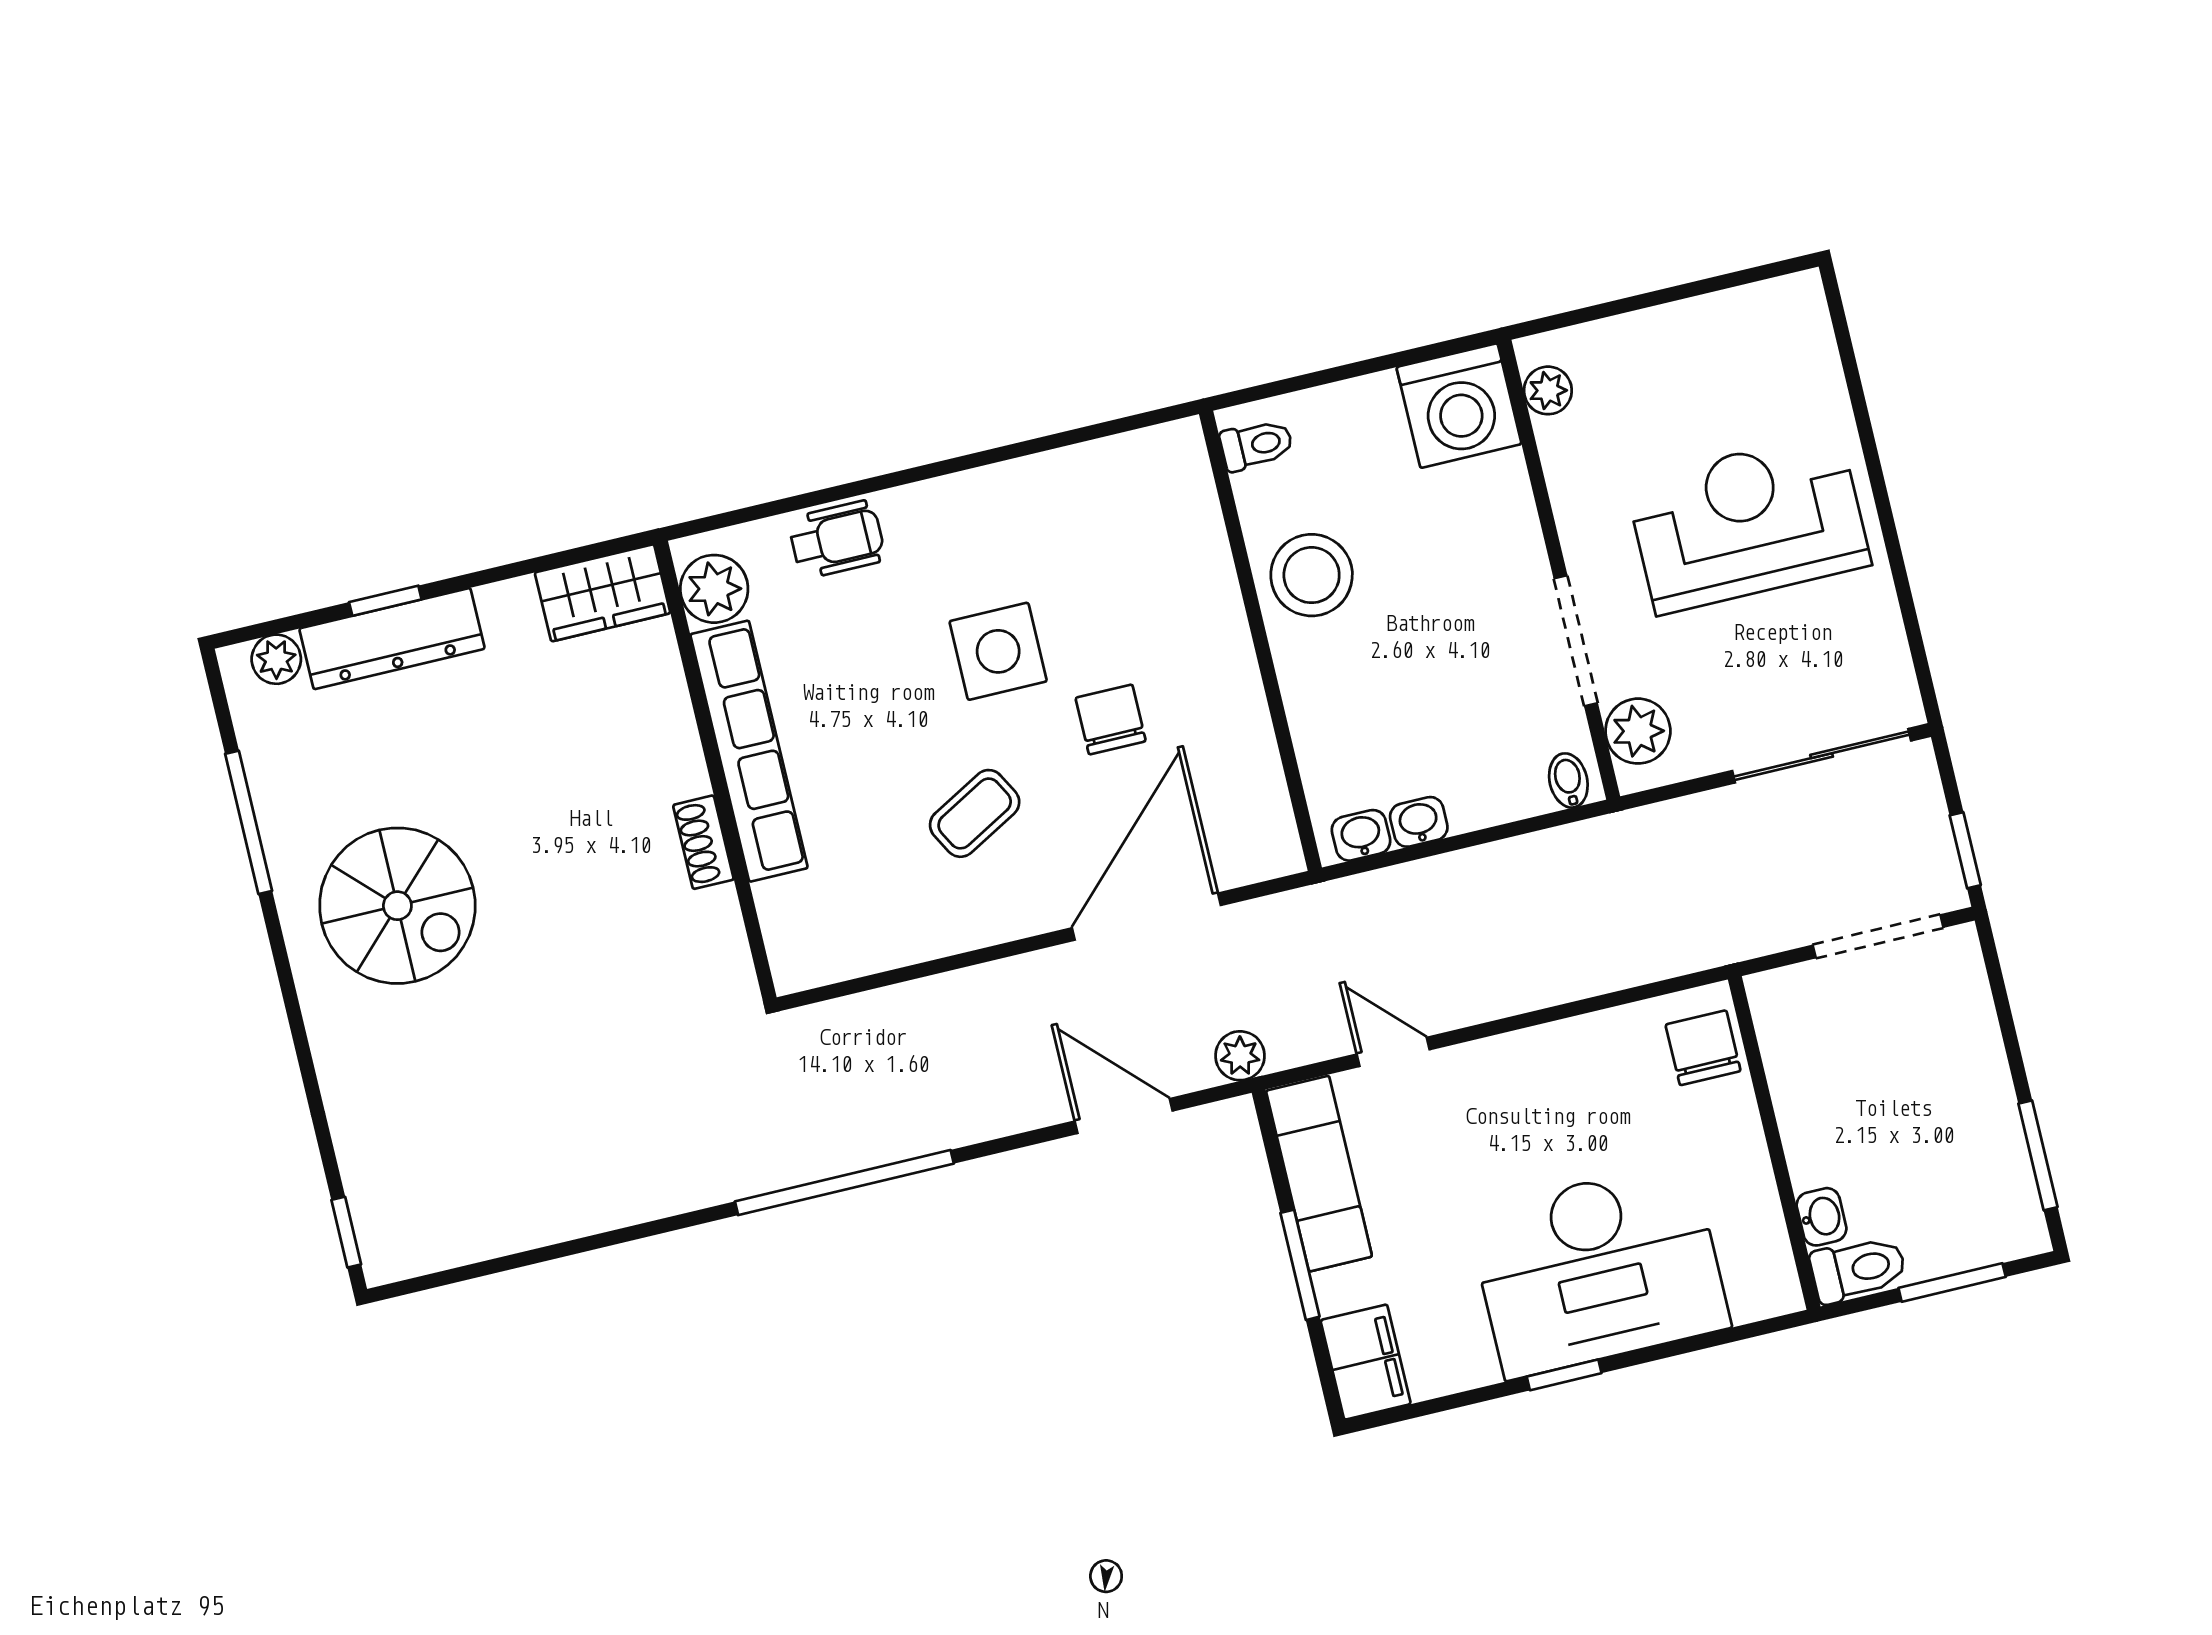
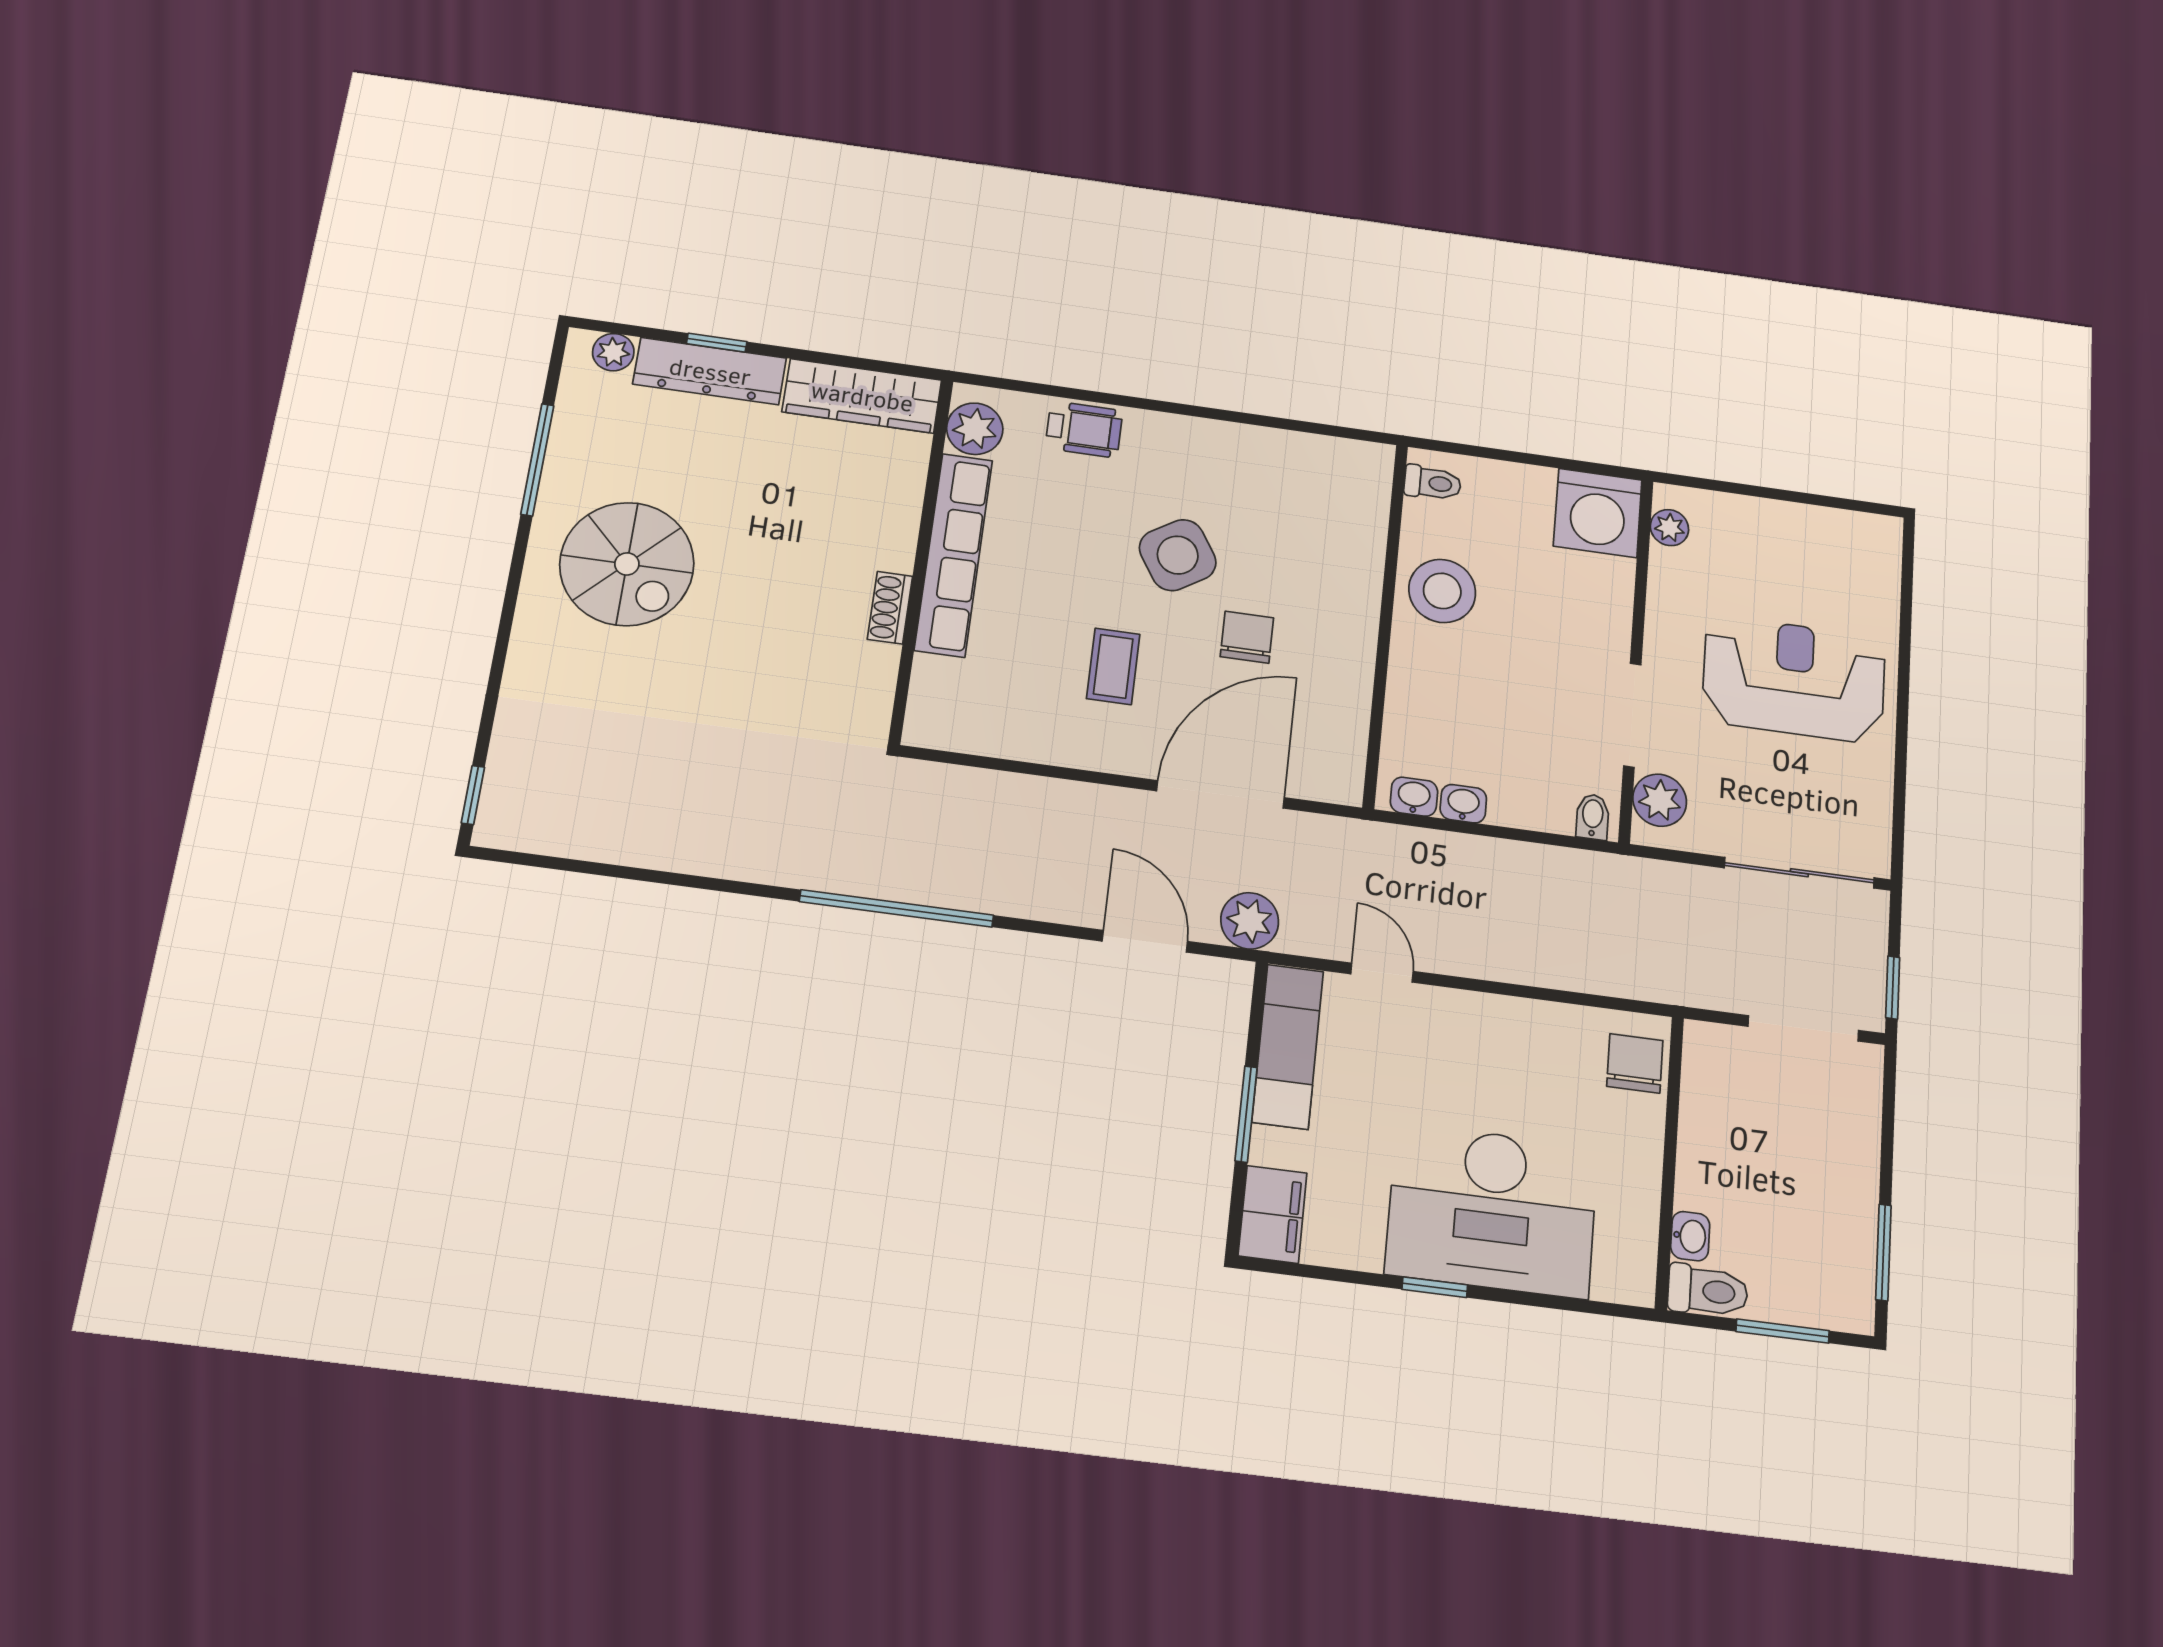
wardrobe: (603, 593) -> (862, 396), width x1.50
side table: (998, 651) -> (1178, 555), turned -32
coffee table: (975, 813) -> (1113, 666), turned -61
plant: (1240, 1056) -> (1250, 921), width x1.38, depth x1.38

